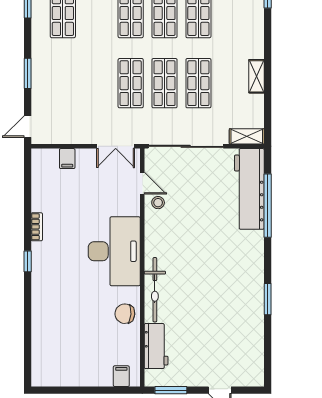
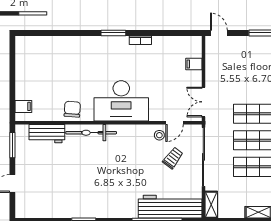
trolley: (187, 185) -> (173, 158), added
window: (28, 261) -> (113, 33), width x1.50

